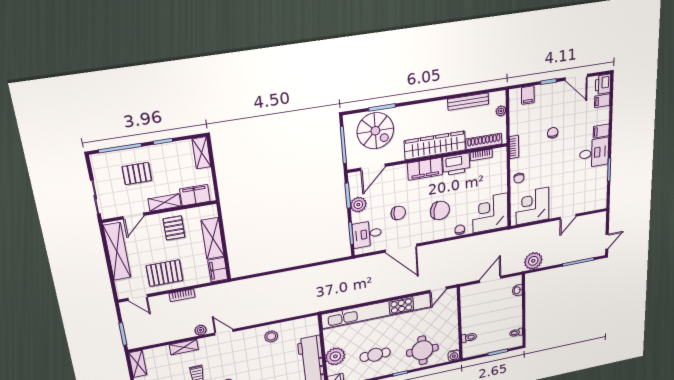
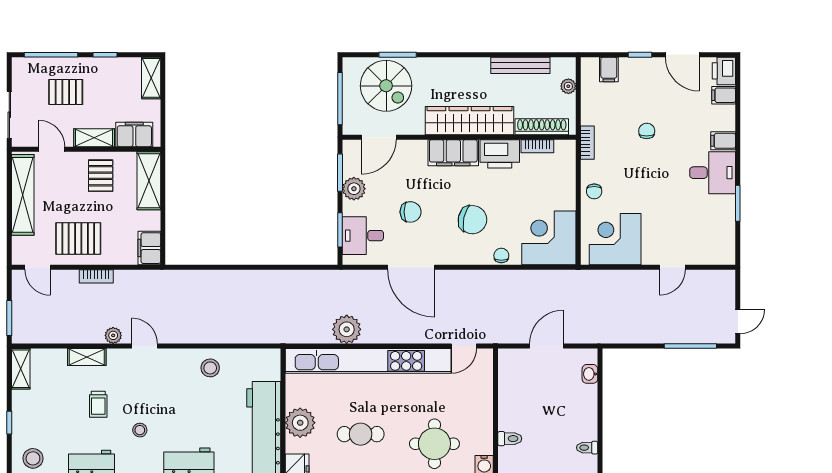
door: (133, 216) -> (52, 149), swing flipped
shelving: (213, 238) -> (149, 181), moved
plant: (533, 261) -> (347, 329), moved

